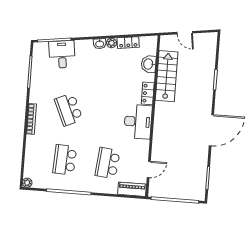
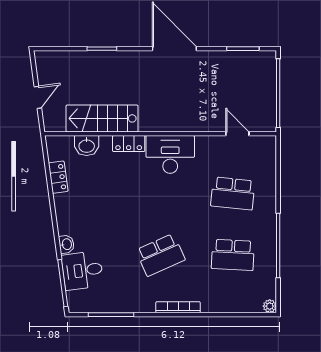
plant: (112, 43) -> (61, 201), removed
washbasin: (100, 44) -> (66, 244), moved
piano: (132, 189) -> (267, 156), removed

